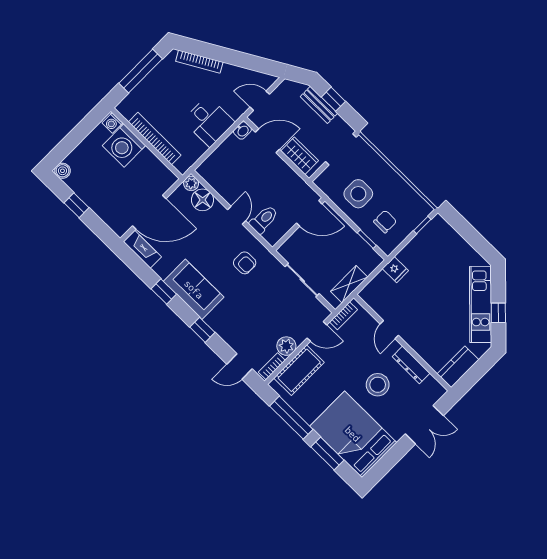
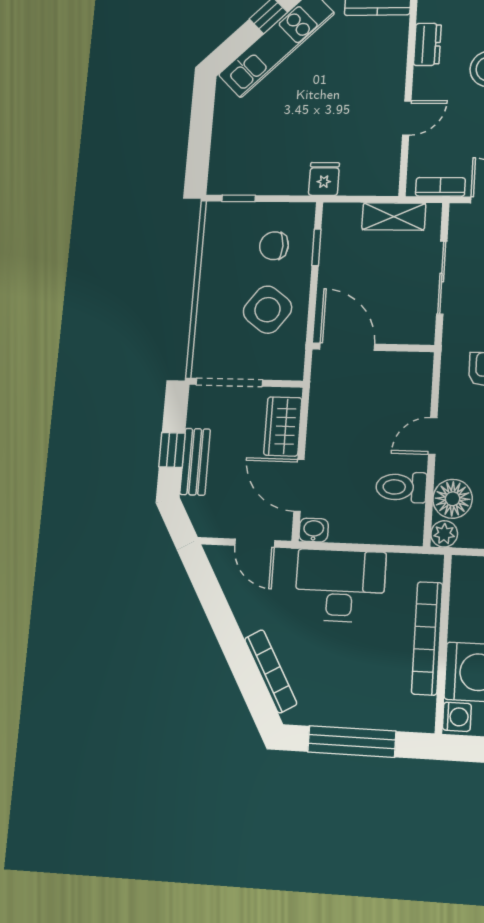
desk: (209, 121) -> (340, 586), width x1.37
side table: (358, 194) -> (268, 310), turned 37
toilet: (264, 219) -> (401, 487), moved
dresser: (411, 365) -> (427, 44), width x0.70

